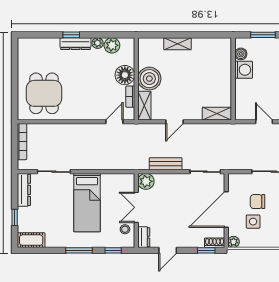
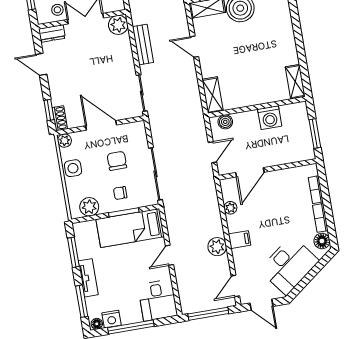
shelving: (178, 44) -> (295, 82), moved
boiler: (241, 54) -> (225, 122), moved
door: (226, 210) -> (101, 125), width x0.73
side table: (253, 222) -> (73, 168), moved

